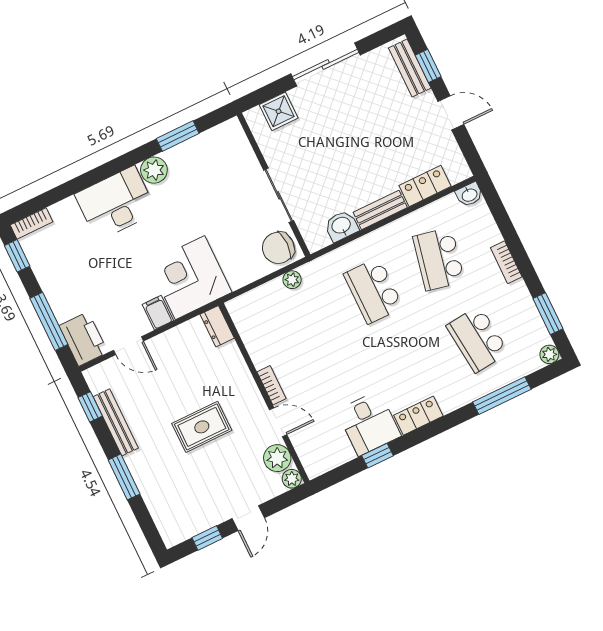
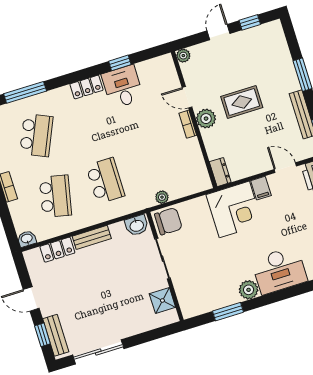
sliding door: (326, 64) -> (98, 352), moved
shower: (279, 111) -> (162, 300), moved
washbasin: (341, 226) -> (137, 225), moved
school desk: (477, 339) -> (36, 135), turned 30
plant: (277, 458) -> (206, 119), moved

